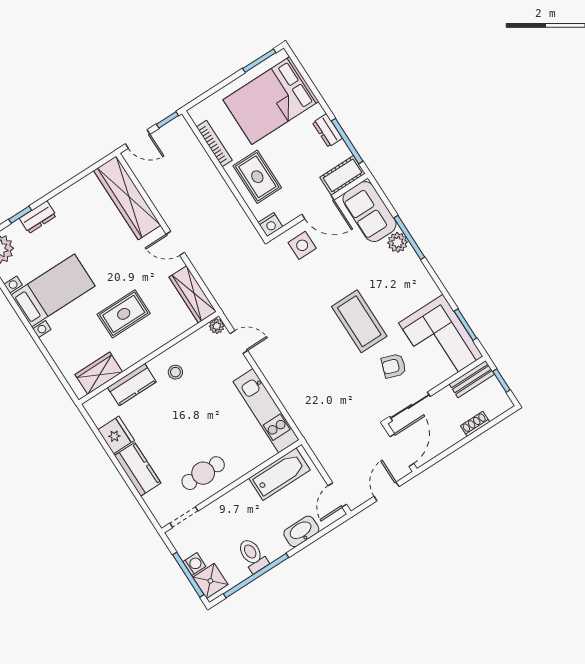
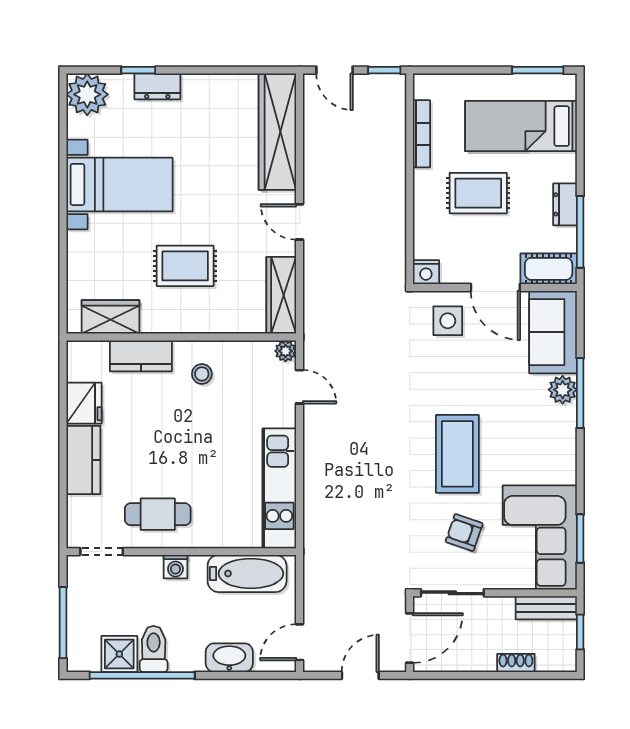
bed: (271, 101) -> (521, 126), width x0.67
rug: (257, 177) -> (478, 193), moved, turned 90
washing machine: (194, 564) -> (175, 567), moved, turned 90
shower: (210, 581) -> (119, 654), moved

